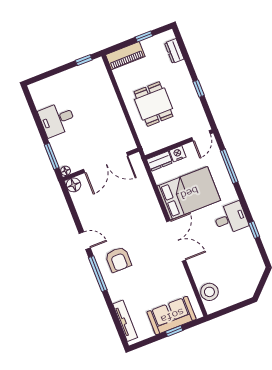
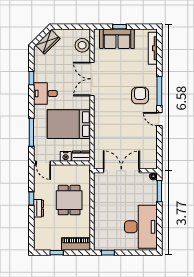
dresser: (174, 51) -> (38, 208), moved
desk: (57, 119) -> (141, 227), width x1.87, depth x1.30
door: (201, 136) -> (43, 163), swing flipped
floor lamp: (74, 185) -> (152, 164), removed
double door: (176, 241) -> (92, 79), moved
wardrobe: (251, 280) -> (48, 42), added

